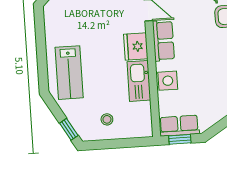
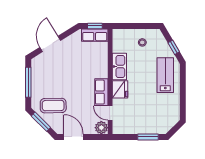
side table: (168, 81) -> (100, 65), removed
window: (69, 129) -> (174, 47), moved

